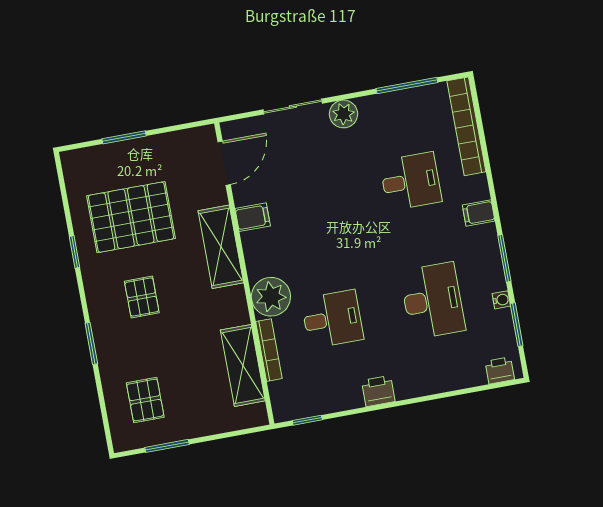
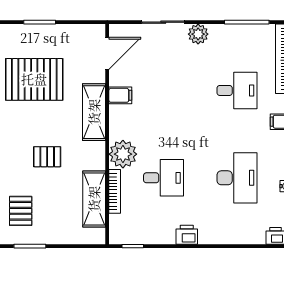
pallet: (142, 297) -> (47, 157), moved, turned 90

